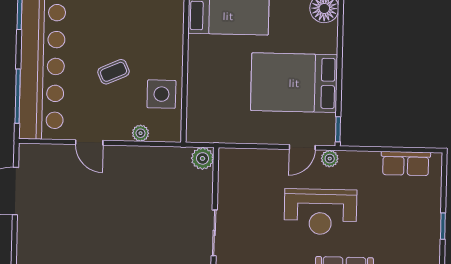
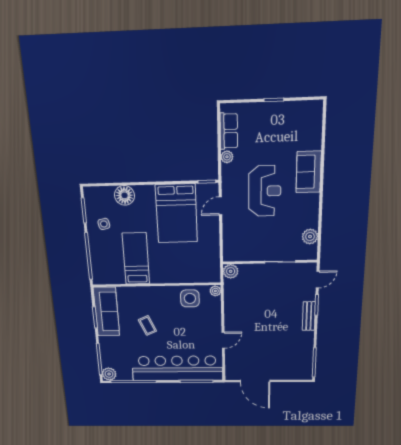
coffee table: (114, 72) -> (147, 325), moved
plant: (141, 133) -> (215, 291), moved
door: (302, 147) -> (220, 206), swing flipped
plant: (330, 159) -> (227, 157), moved

